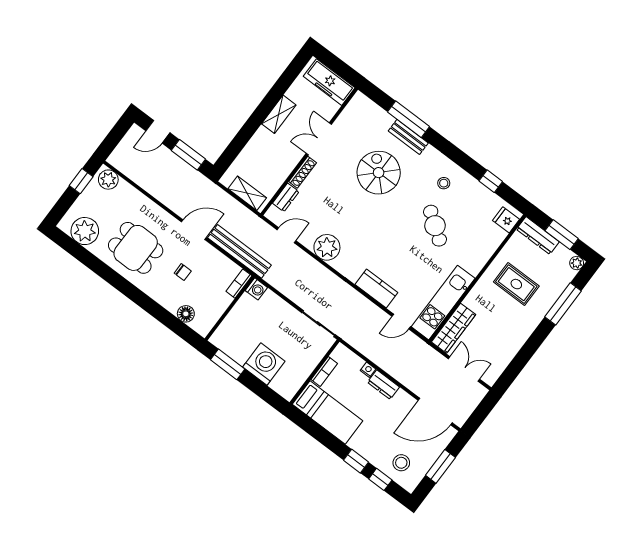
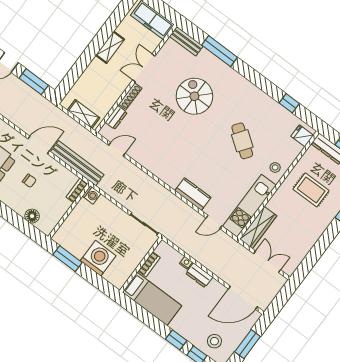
bench: (408, 137) -> (186, 41), moved
stool: (444, 183) -> (275, 167), moved
plant: (327, 247) -> (151, 159), removed

